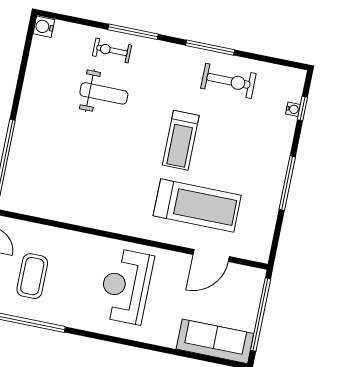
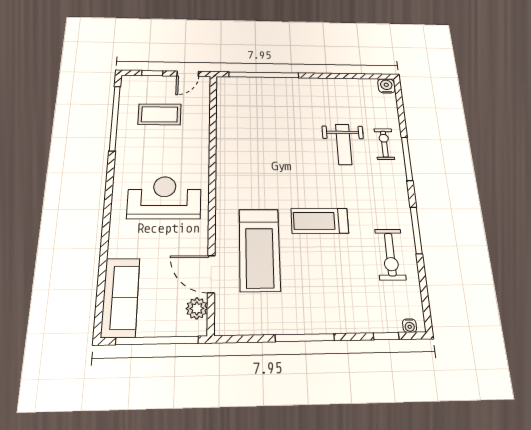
water cooler: (293, 109) -> (410, 326), moved
plant: (240, 275) -> (197, 308), added

